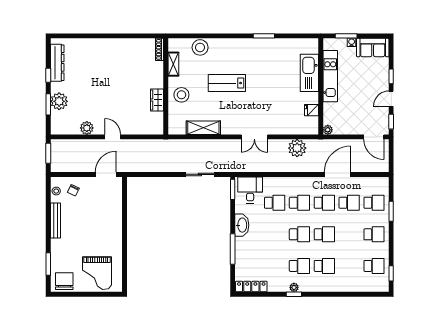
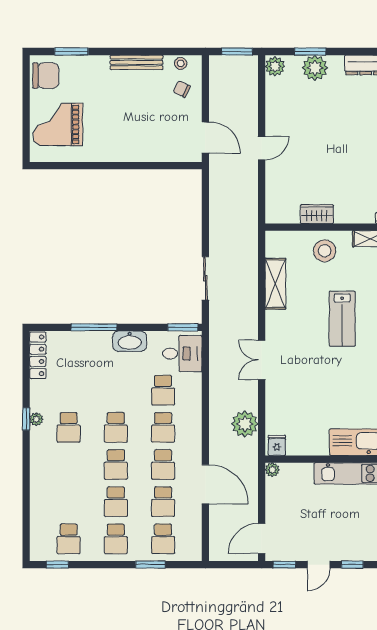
window: (48, 75) -> (354, 51), removed
lab bench: (227, 83) -> (342, 319), turned 180
door: (391, 99) -> (319, 565), swing flipped
fridge: (311, 110) -> (277, 445), moved
plant: (87, 128) -> (275, 66), moved
school desk: (324, 266) -> (116, 502), moved

